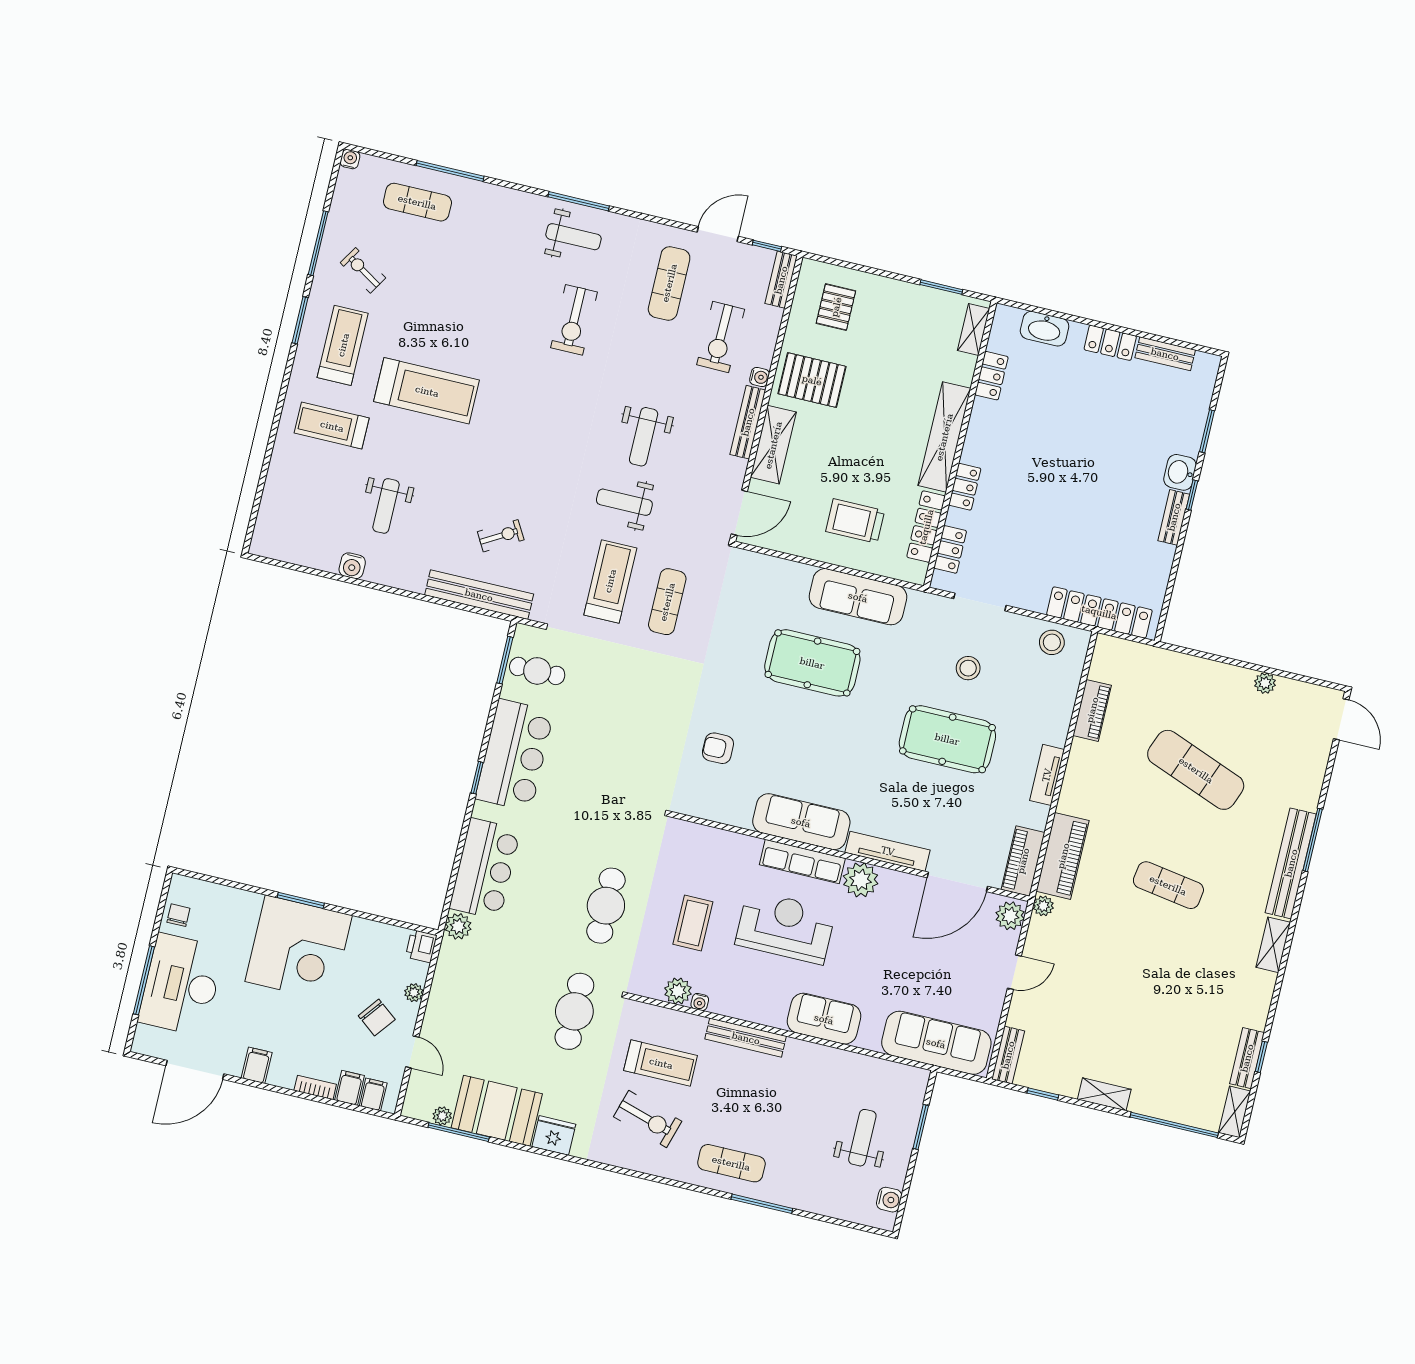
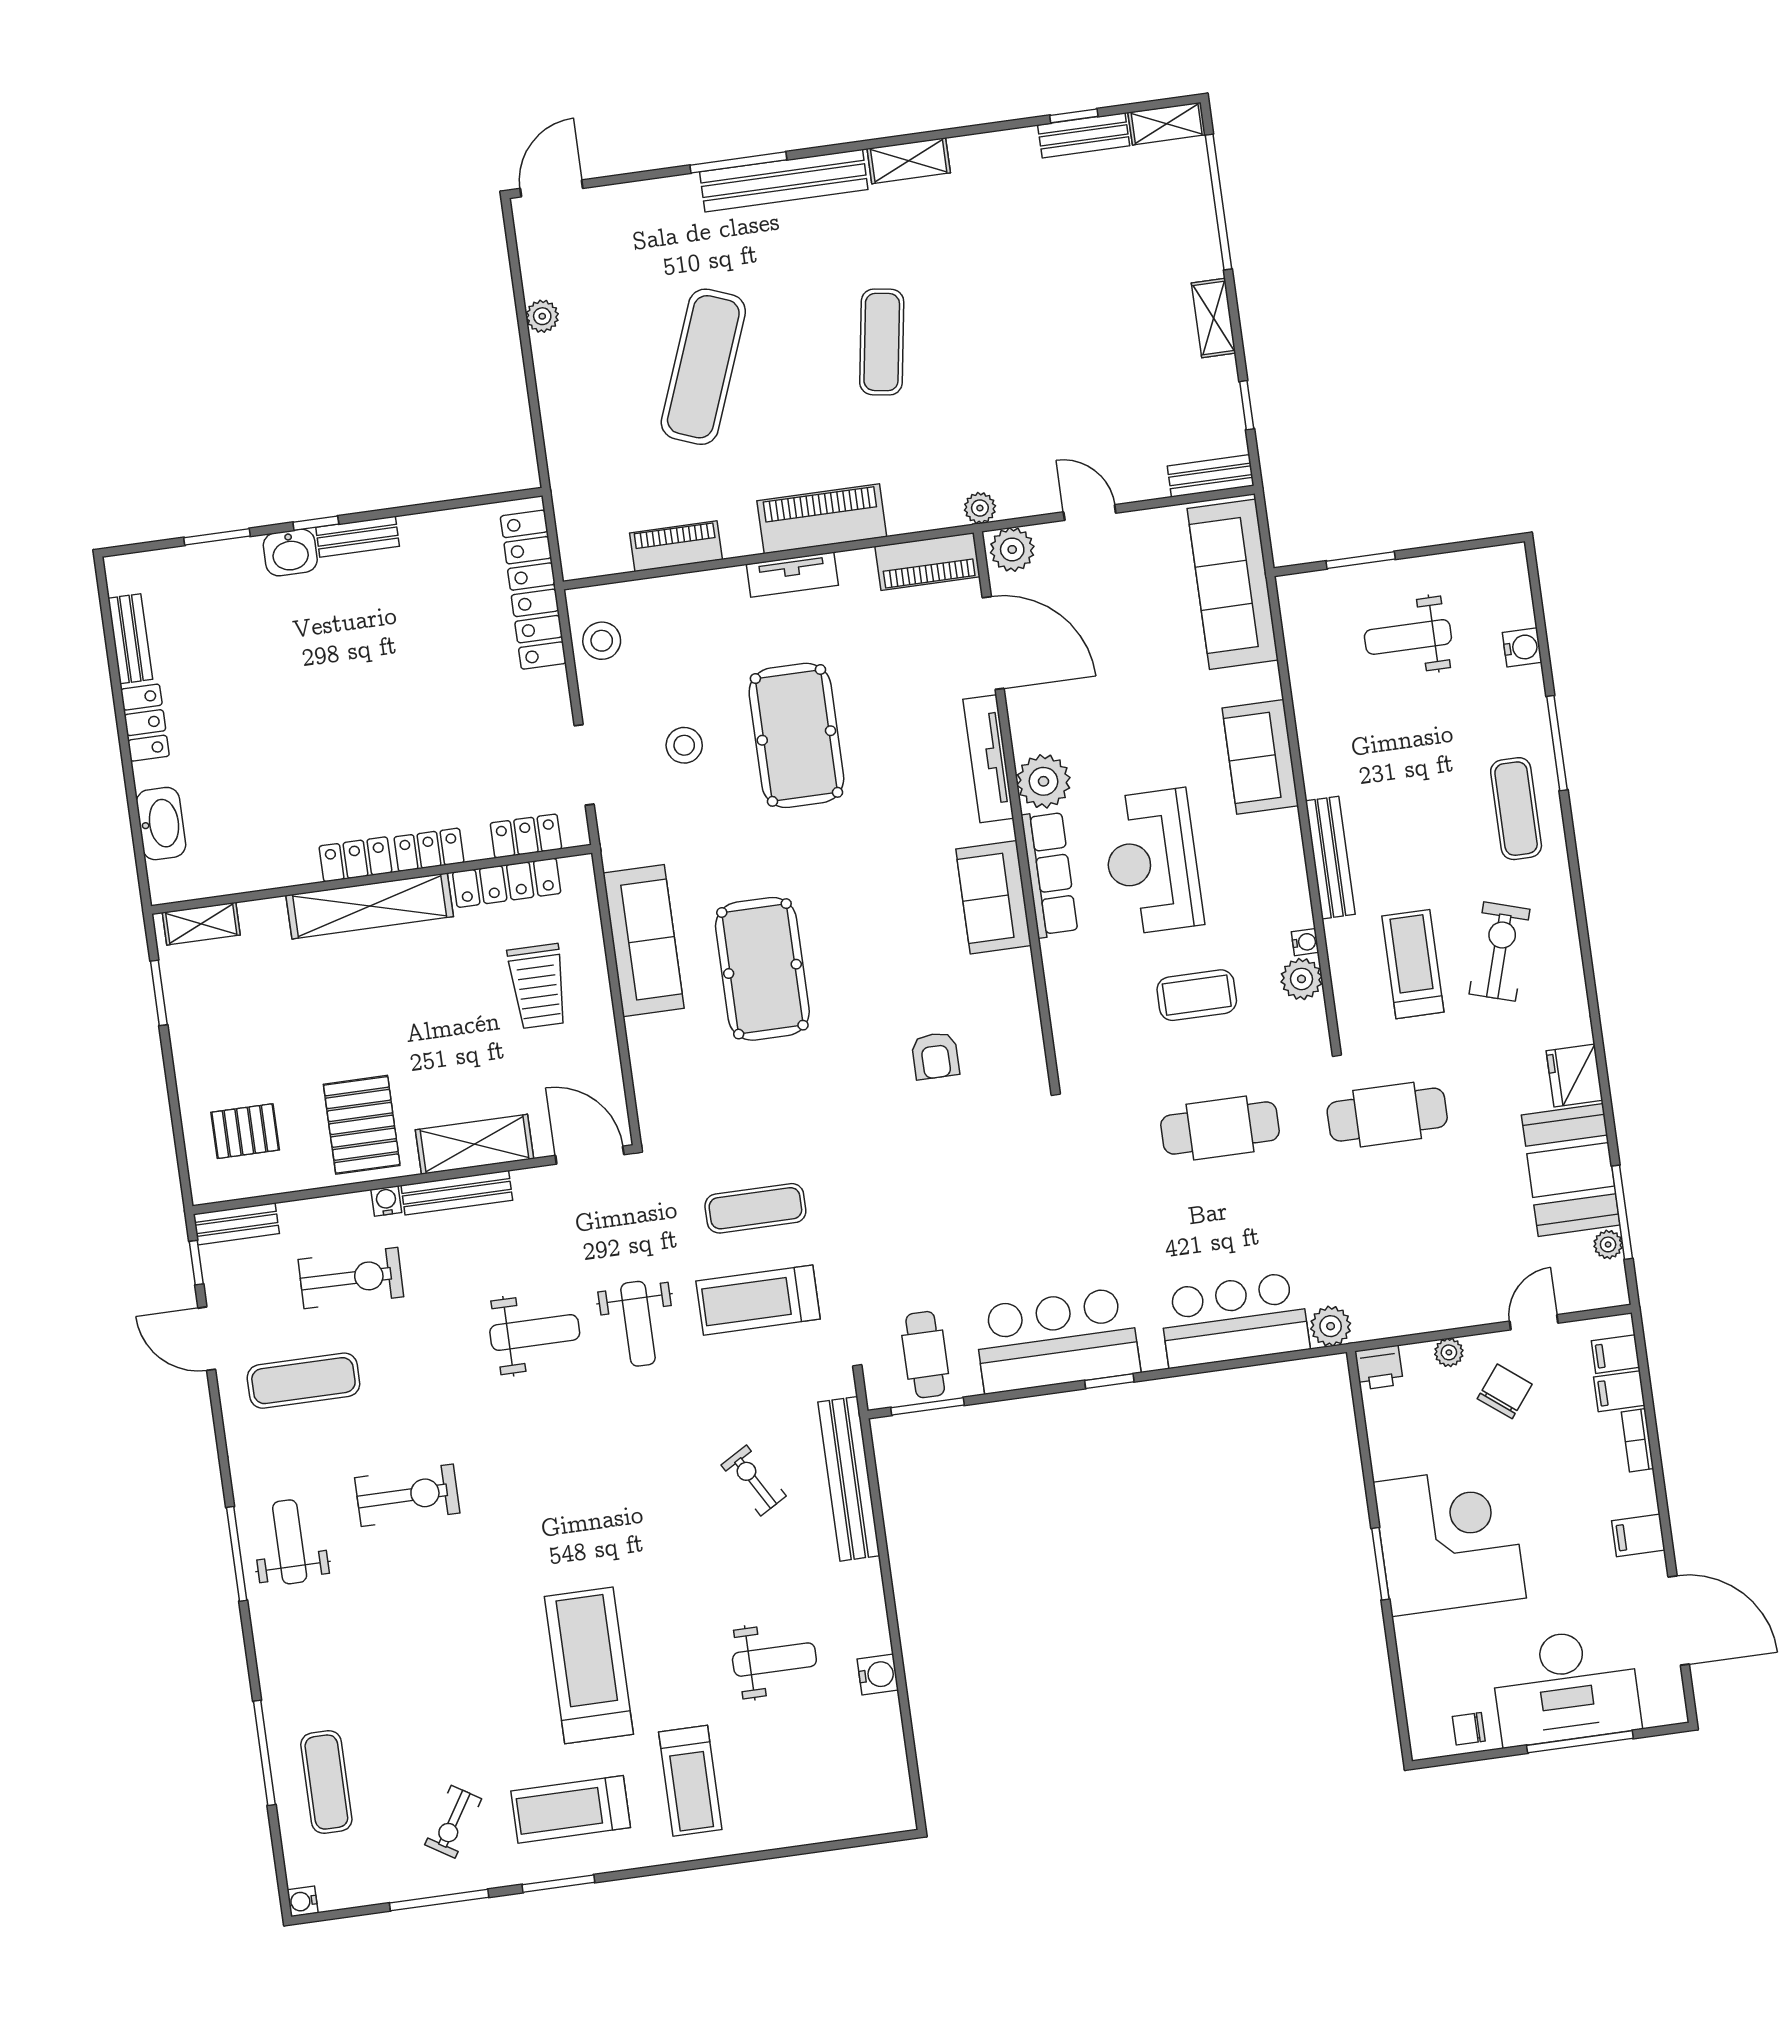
locker: (991, 376) -> (355, 859), moved
sofa: (801, 822) -> (994, 897), width x0.73
piano: (1063, 856) -> (822, 519), moved
water cooler: (889, 1200) -> (1522, 647), moved, turned 90

